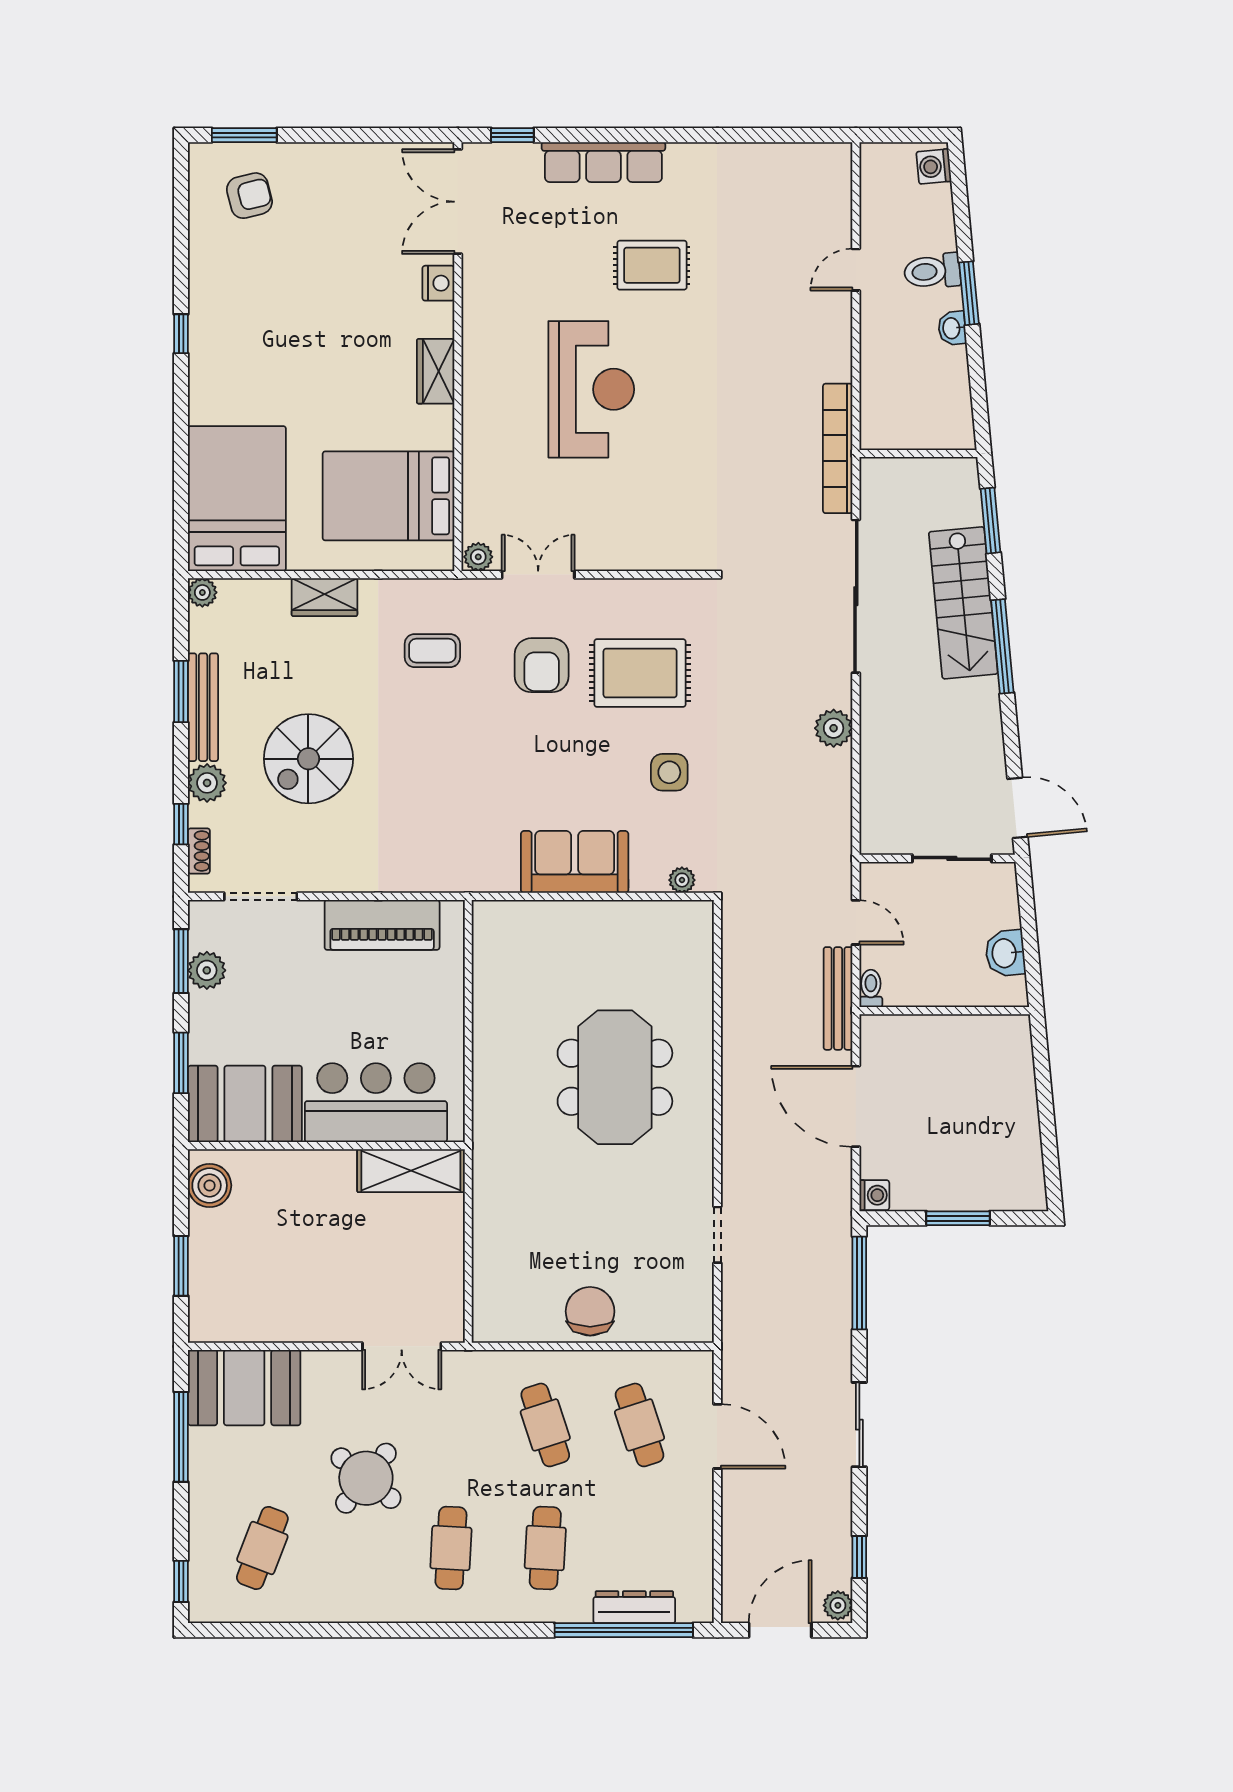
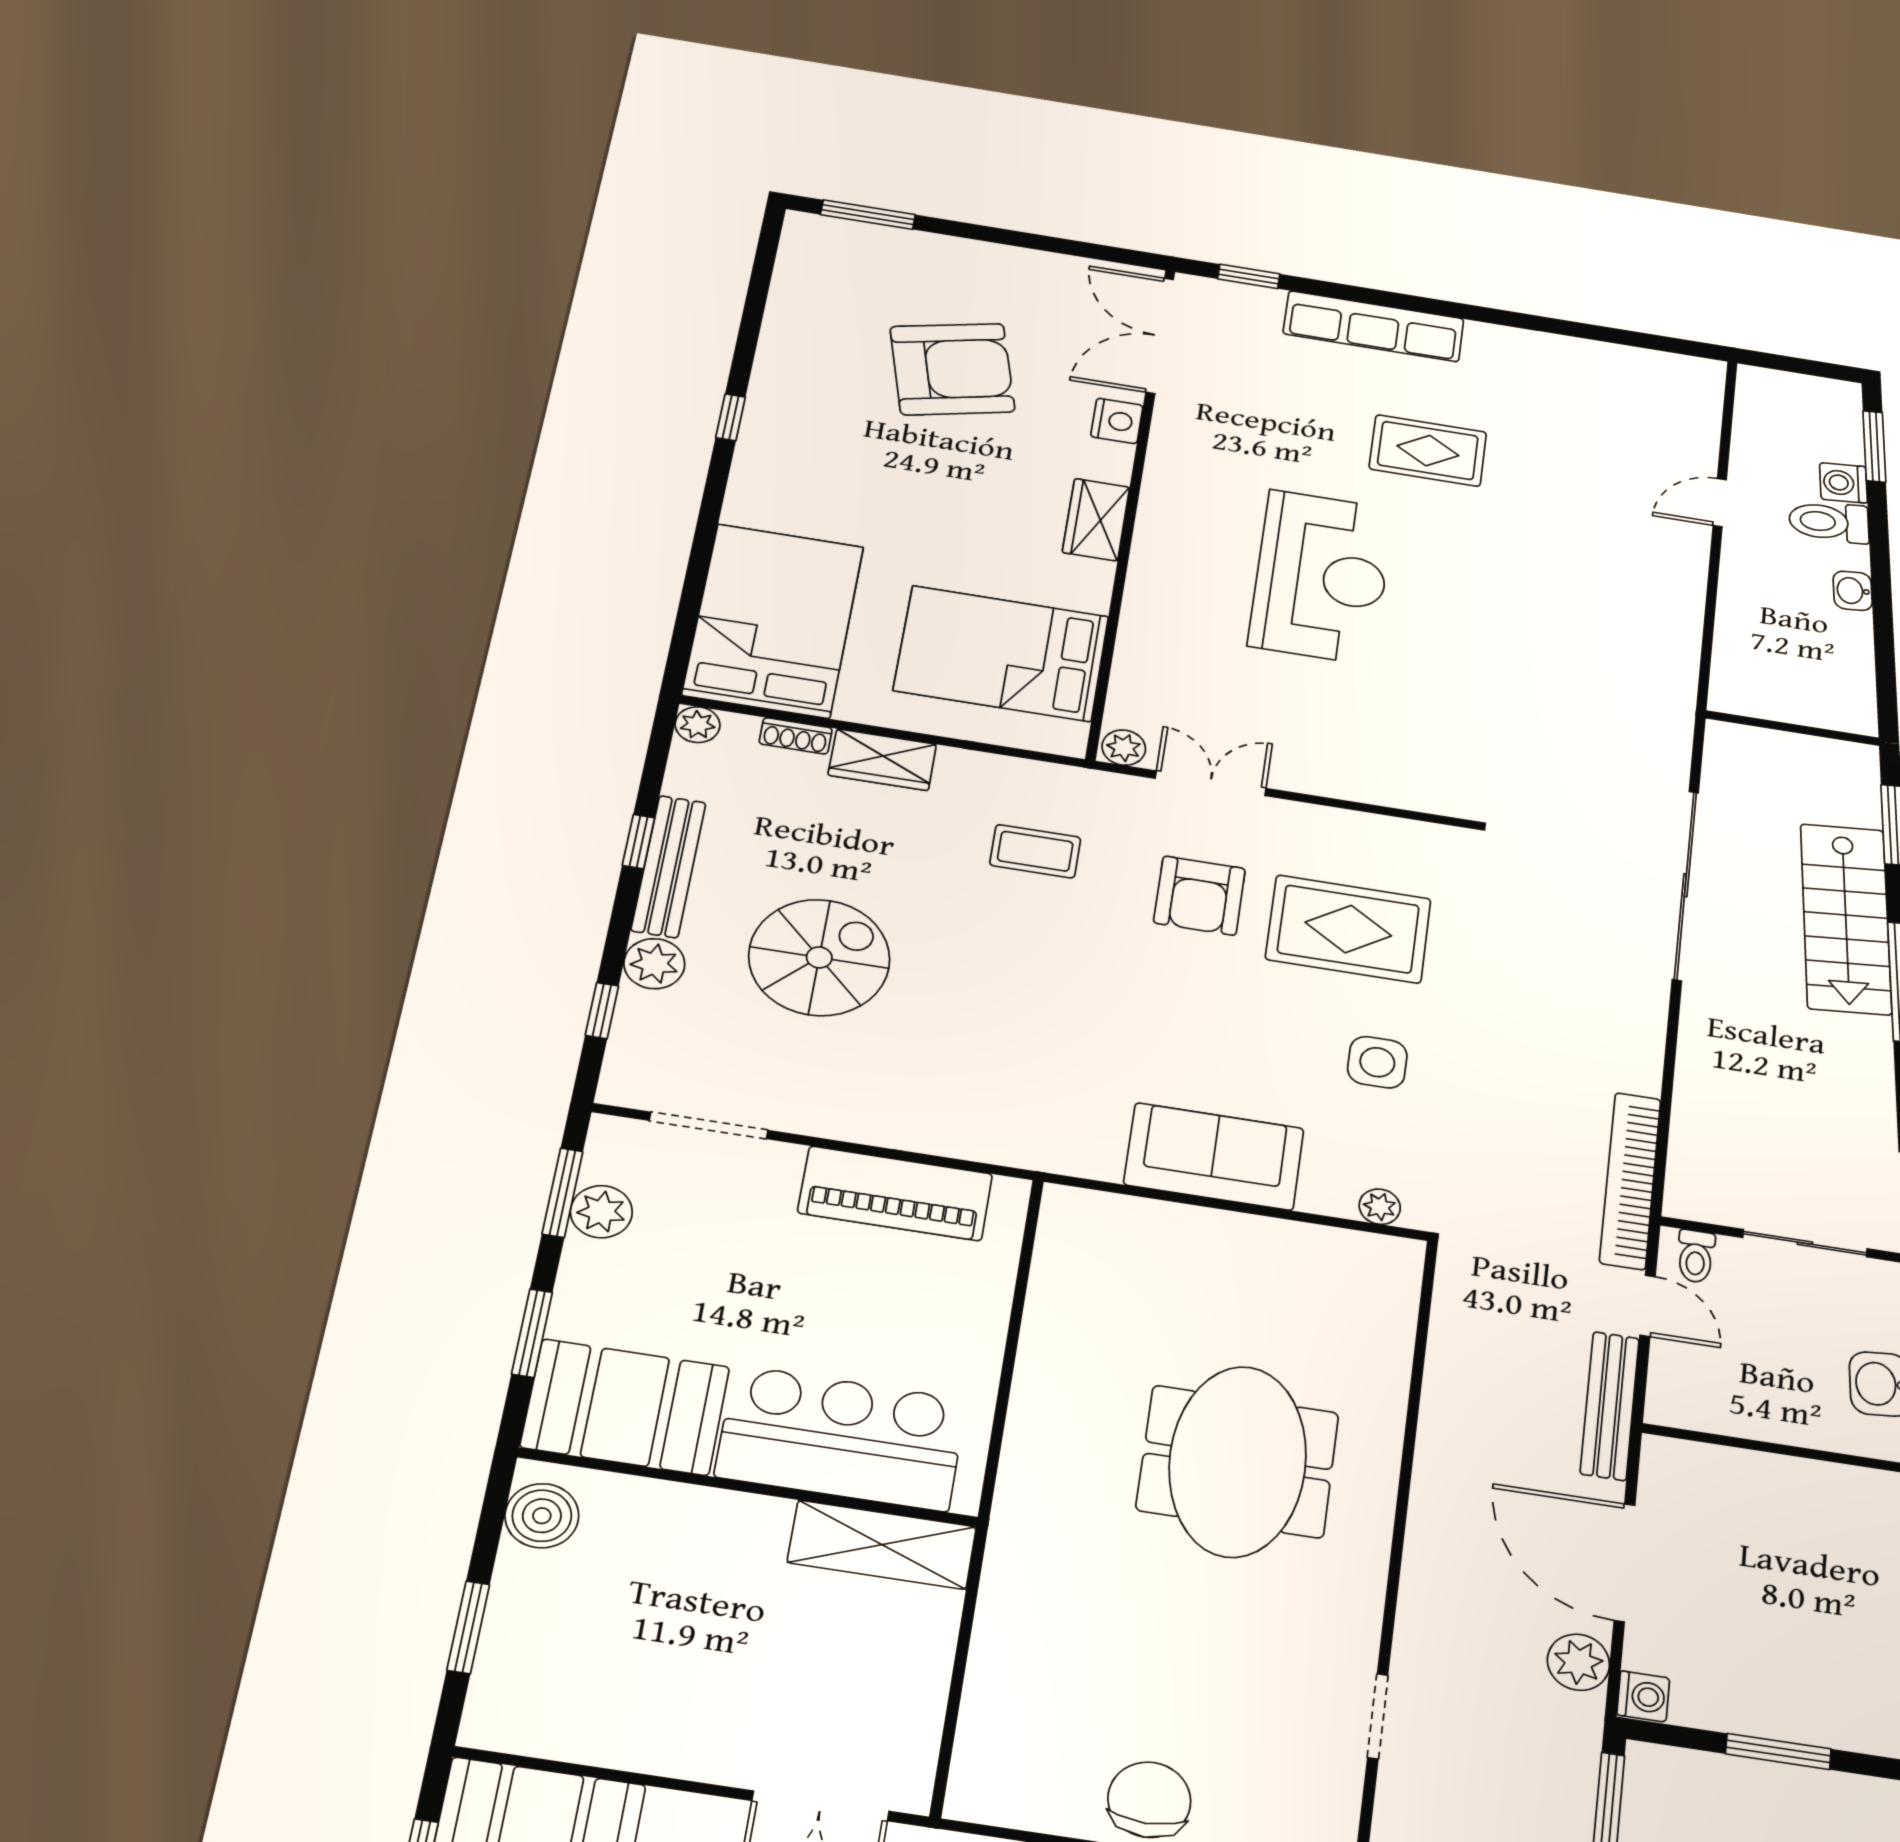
washing machine: (934, 166) -> (1843, 483), moved
armchair: (249, 196) -> (952, 369), moved, width x1.88, depth x1.88
window: (969, 293) -> (1874, 447), moved
bookcase: (838, 448) -> (1630, 1181), moved
window: (181, 692) -> (639, 842), width x0.67
plant: (834, 728) -> (1578, 1662), moved
spiral stairs: (308, 759) -> (819, 957), turned 180
shoe rack: (199, 851) -> (796, 736), moved, turned 90
toilet: (871, 988) -> (1696, 1256), moved, turned 180

